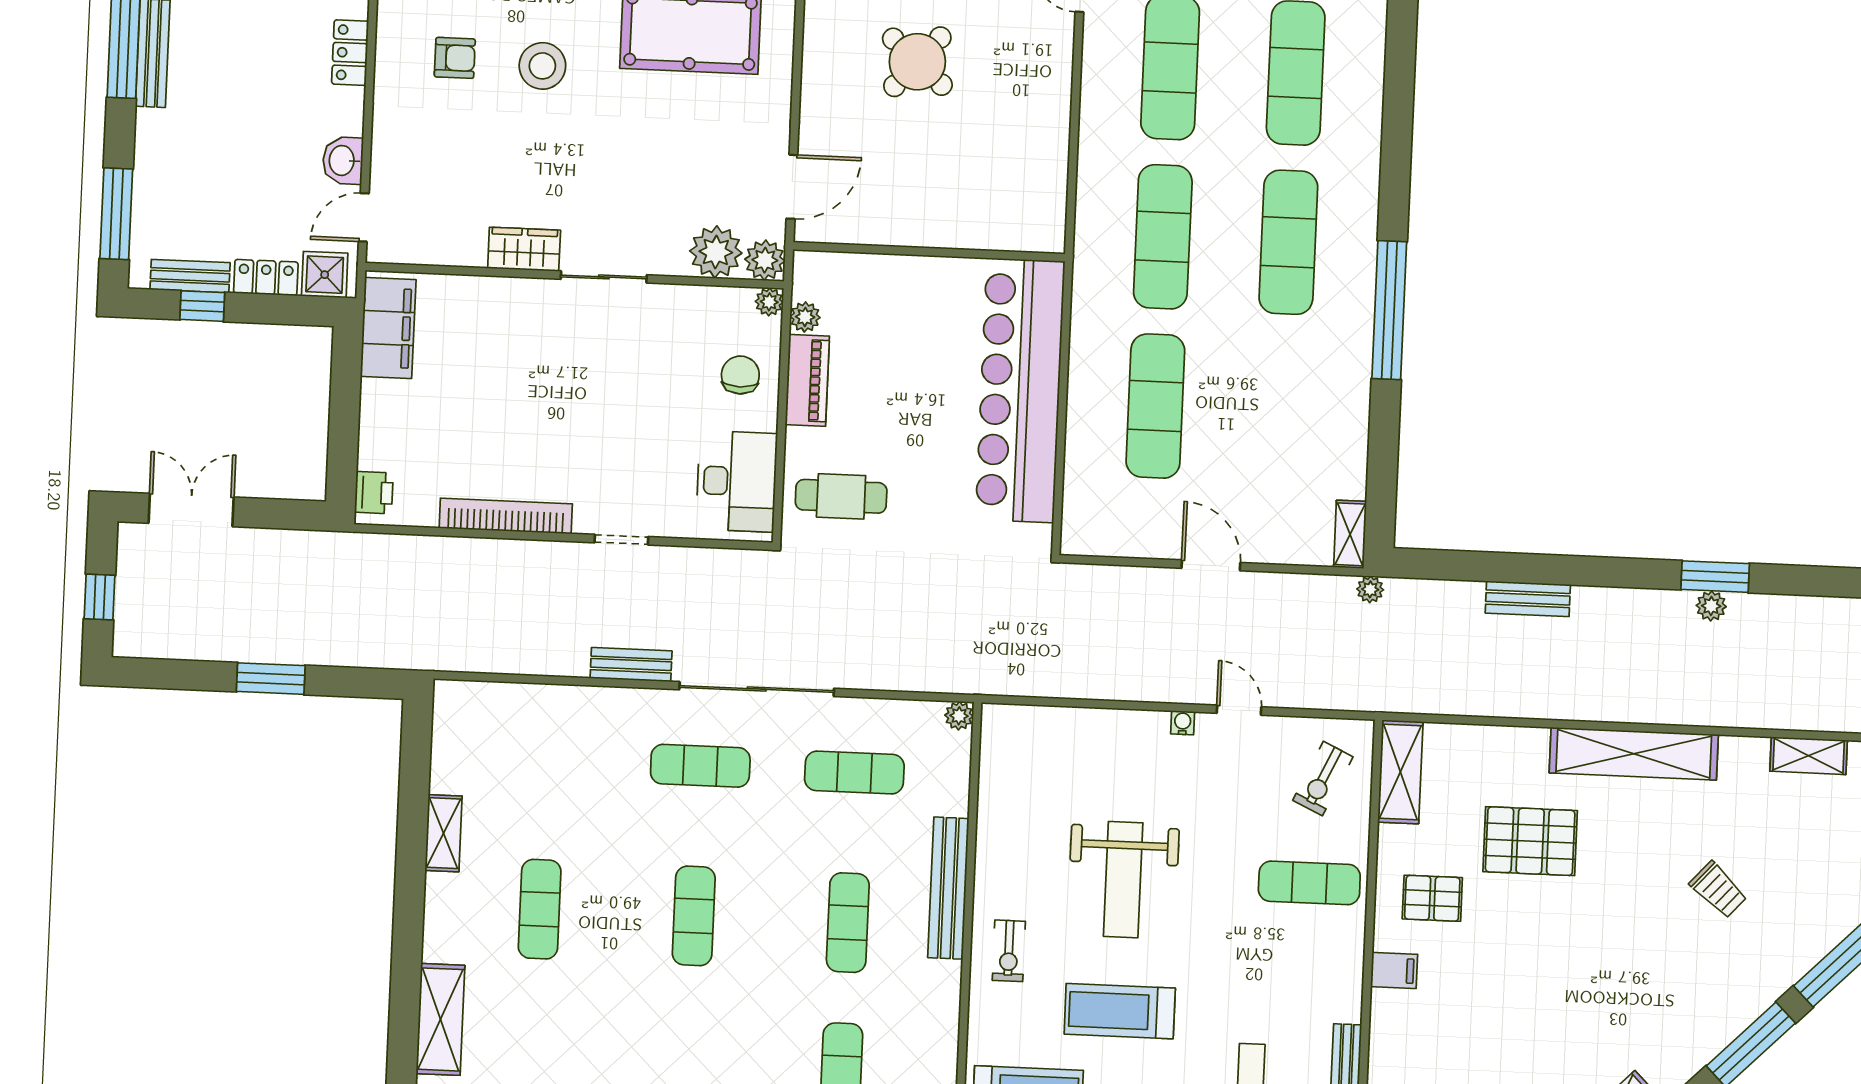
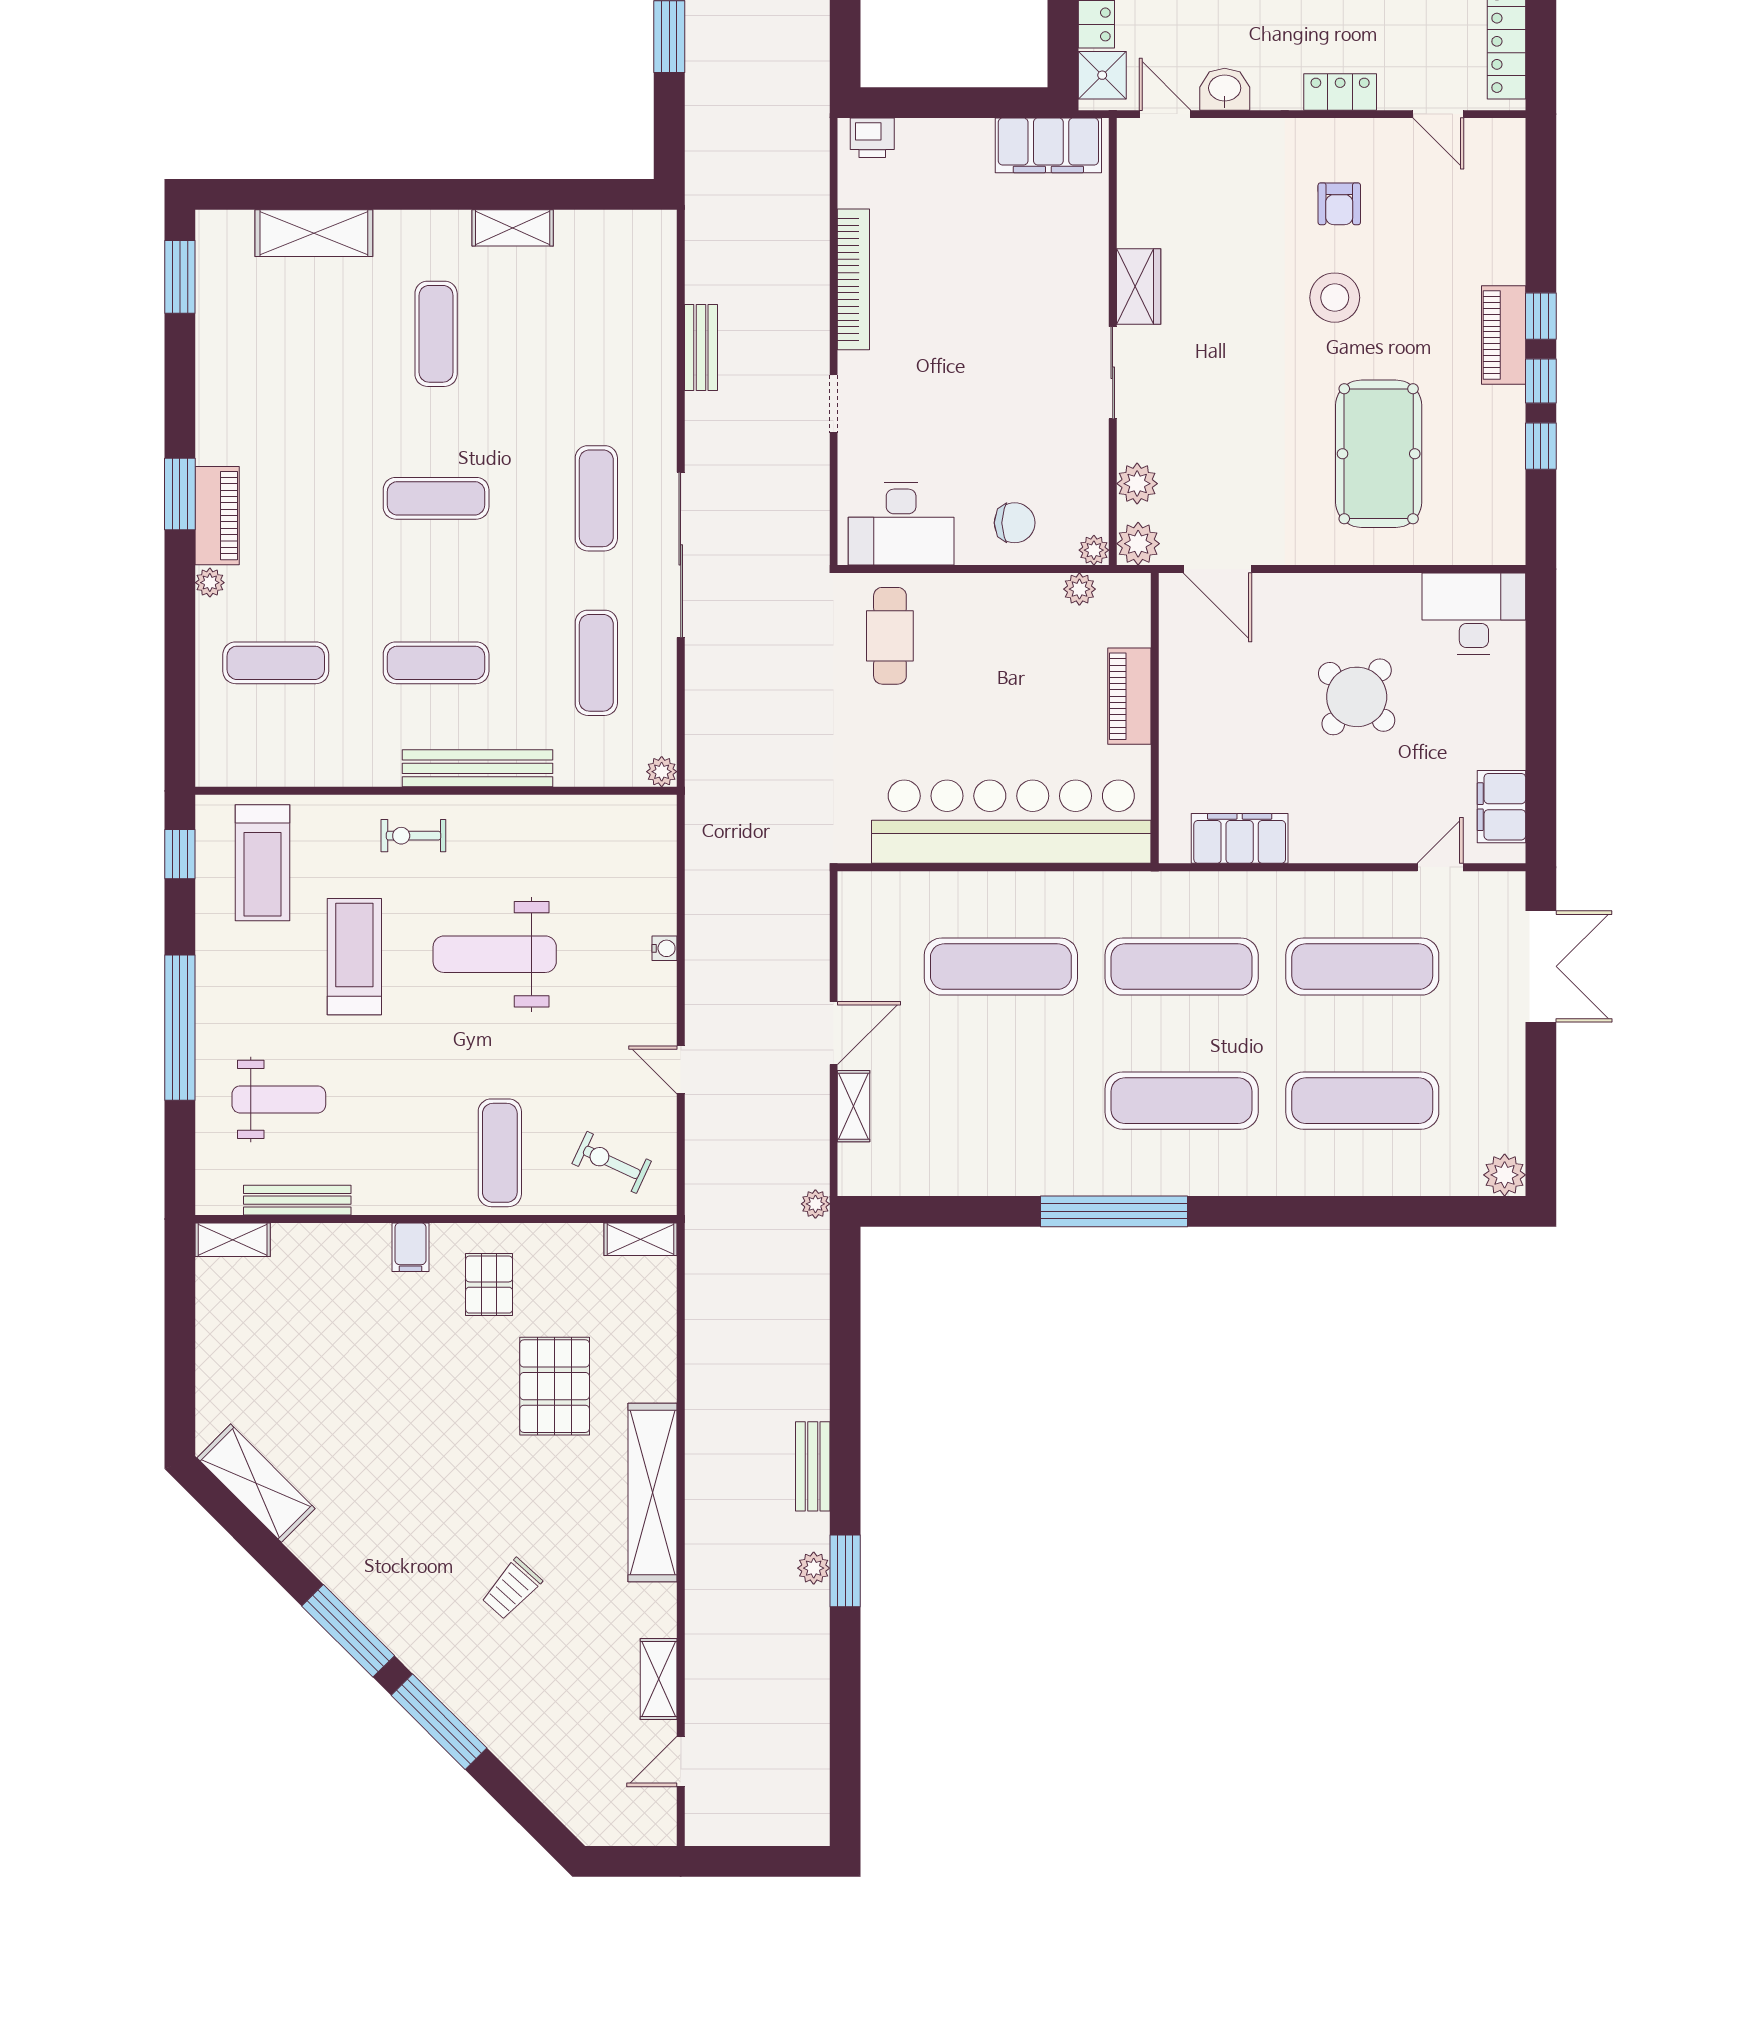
filing cabinet: (1045, 177) -> (1240, 838), added
plant: (716, 252) -> (1137, 484), width x0.73, depth x0.73
piano: (807, 380) -> (1129, 696), moved, turned 90
shelving: (1350, 534) -> (854, 1106), moved, turned 90
bench: (1528, 599) -> (813, 1466), moved
bench: (631, 665) -> (701, 348), moved
door: (1239, 710) -> (681, 1070), swing flipped
water cooler: (1183, 723) -> (665, 948), moved
shelving: (1400, 772) -> (641, 1239), width x0.67, depth x0.75
exercise mat: (540, 909) -> (436, 334), turned 90

